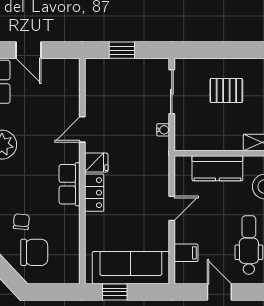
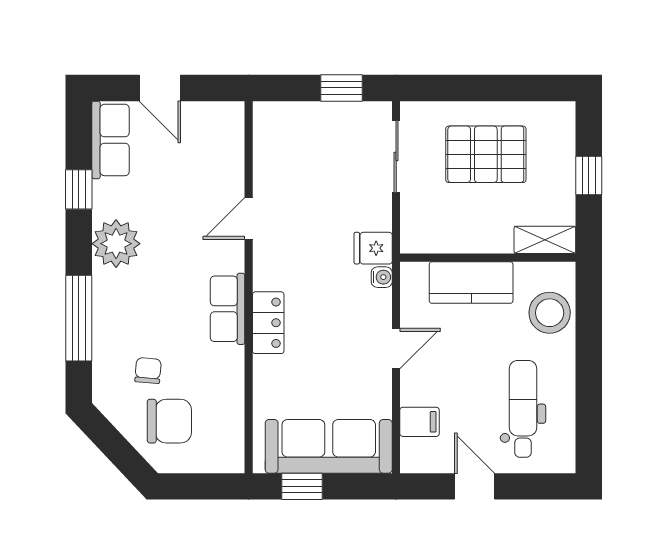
window: (122, 50) -> (342, 88), moved
pallet: (226, 90) -> (486, 154), width x1.50, depth x1.42
water cooler: (163, 130) -> (382, 277), moved
fridge: (96, 163) -> (373, 248), moved, turned 180

